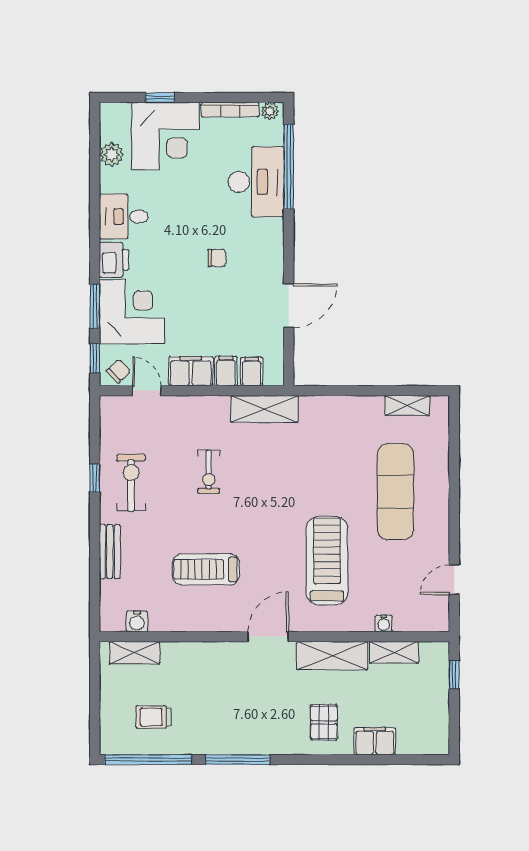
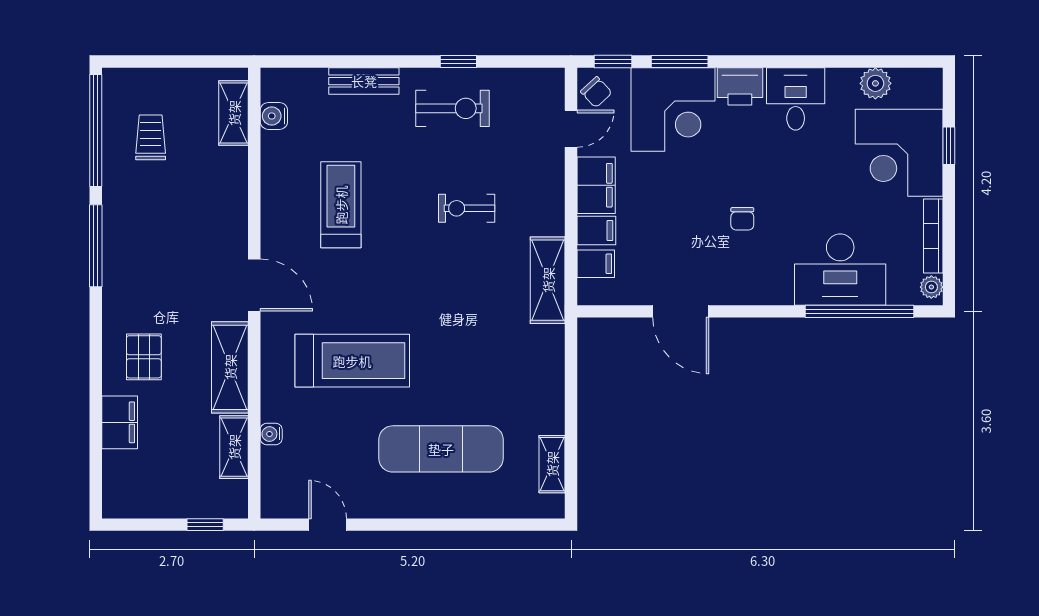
pallet: (324, 722) -> (144, 357), turned 90

